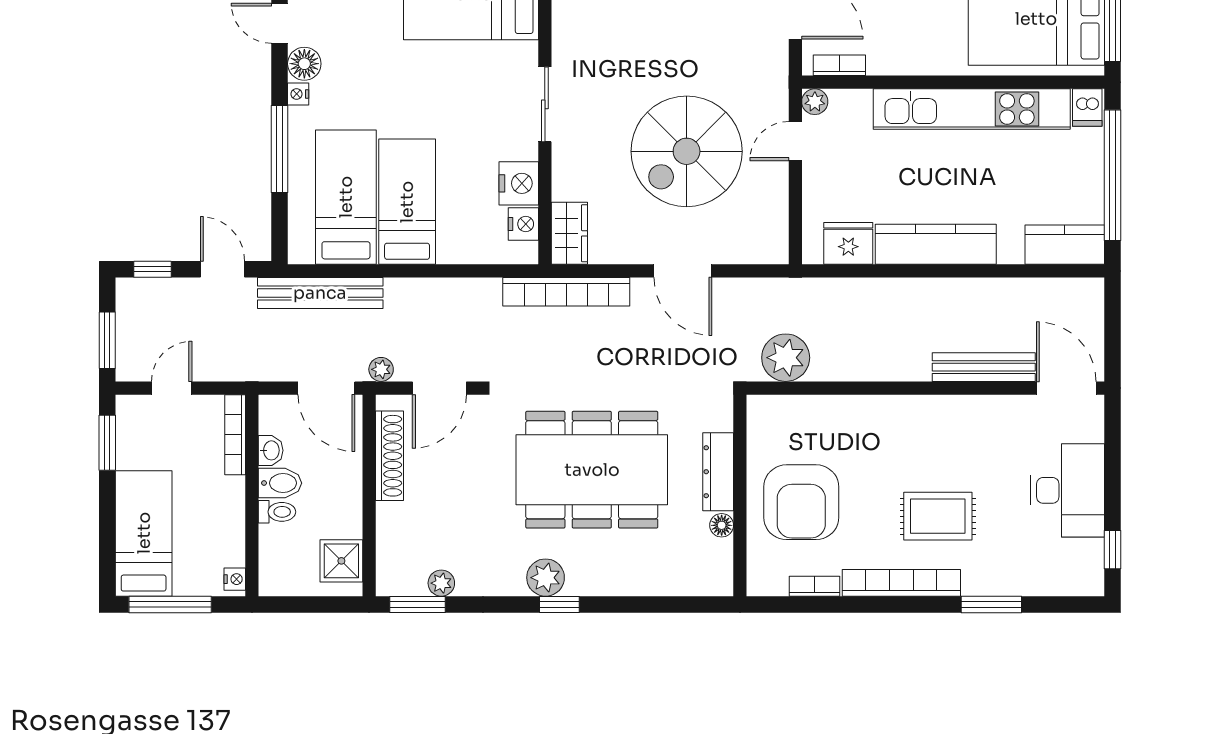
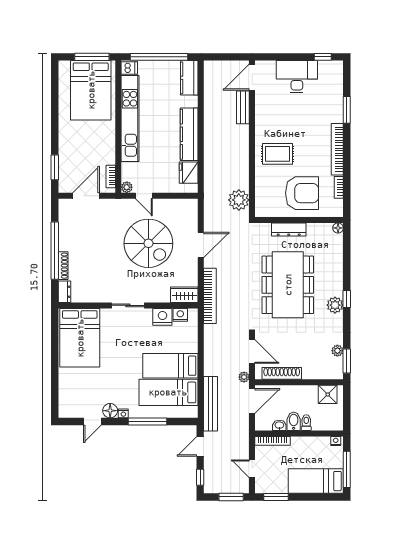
bench: (984, 367) -> (243, 107), width x0.73
rug: (938, 516) -> (278, 154), moved, turned 90
floor lamp: (722, 525) -> (338, 228), moved

